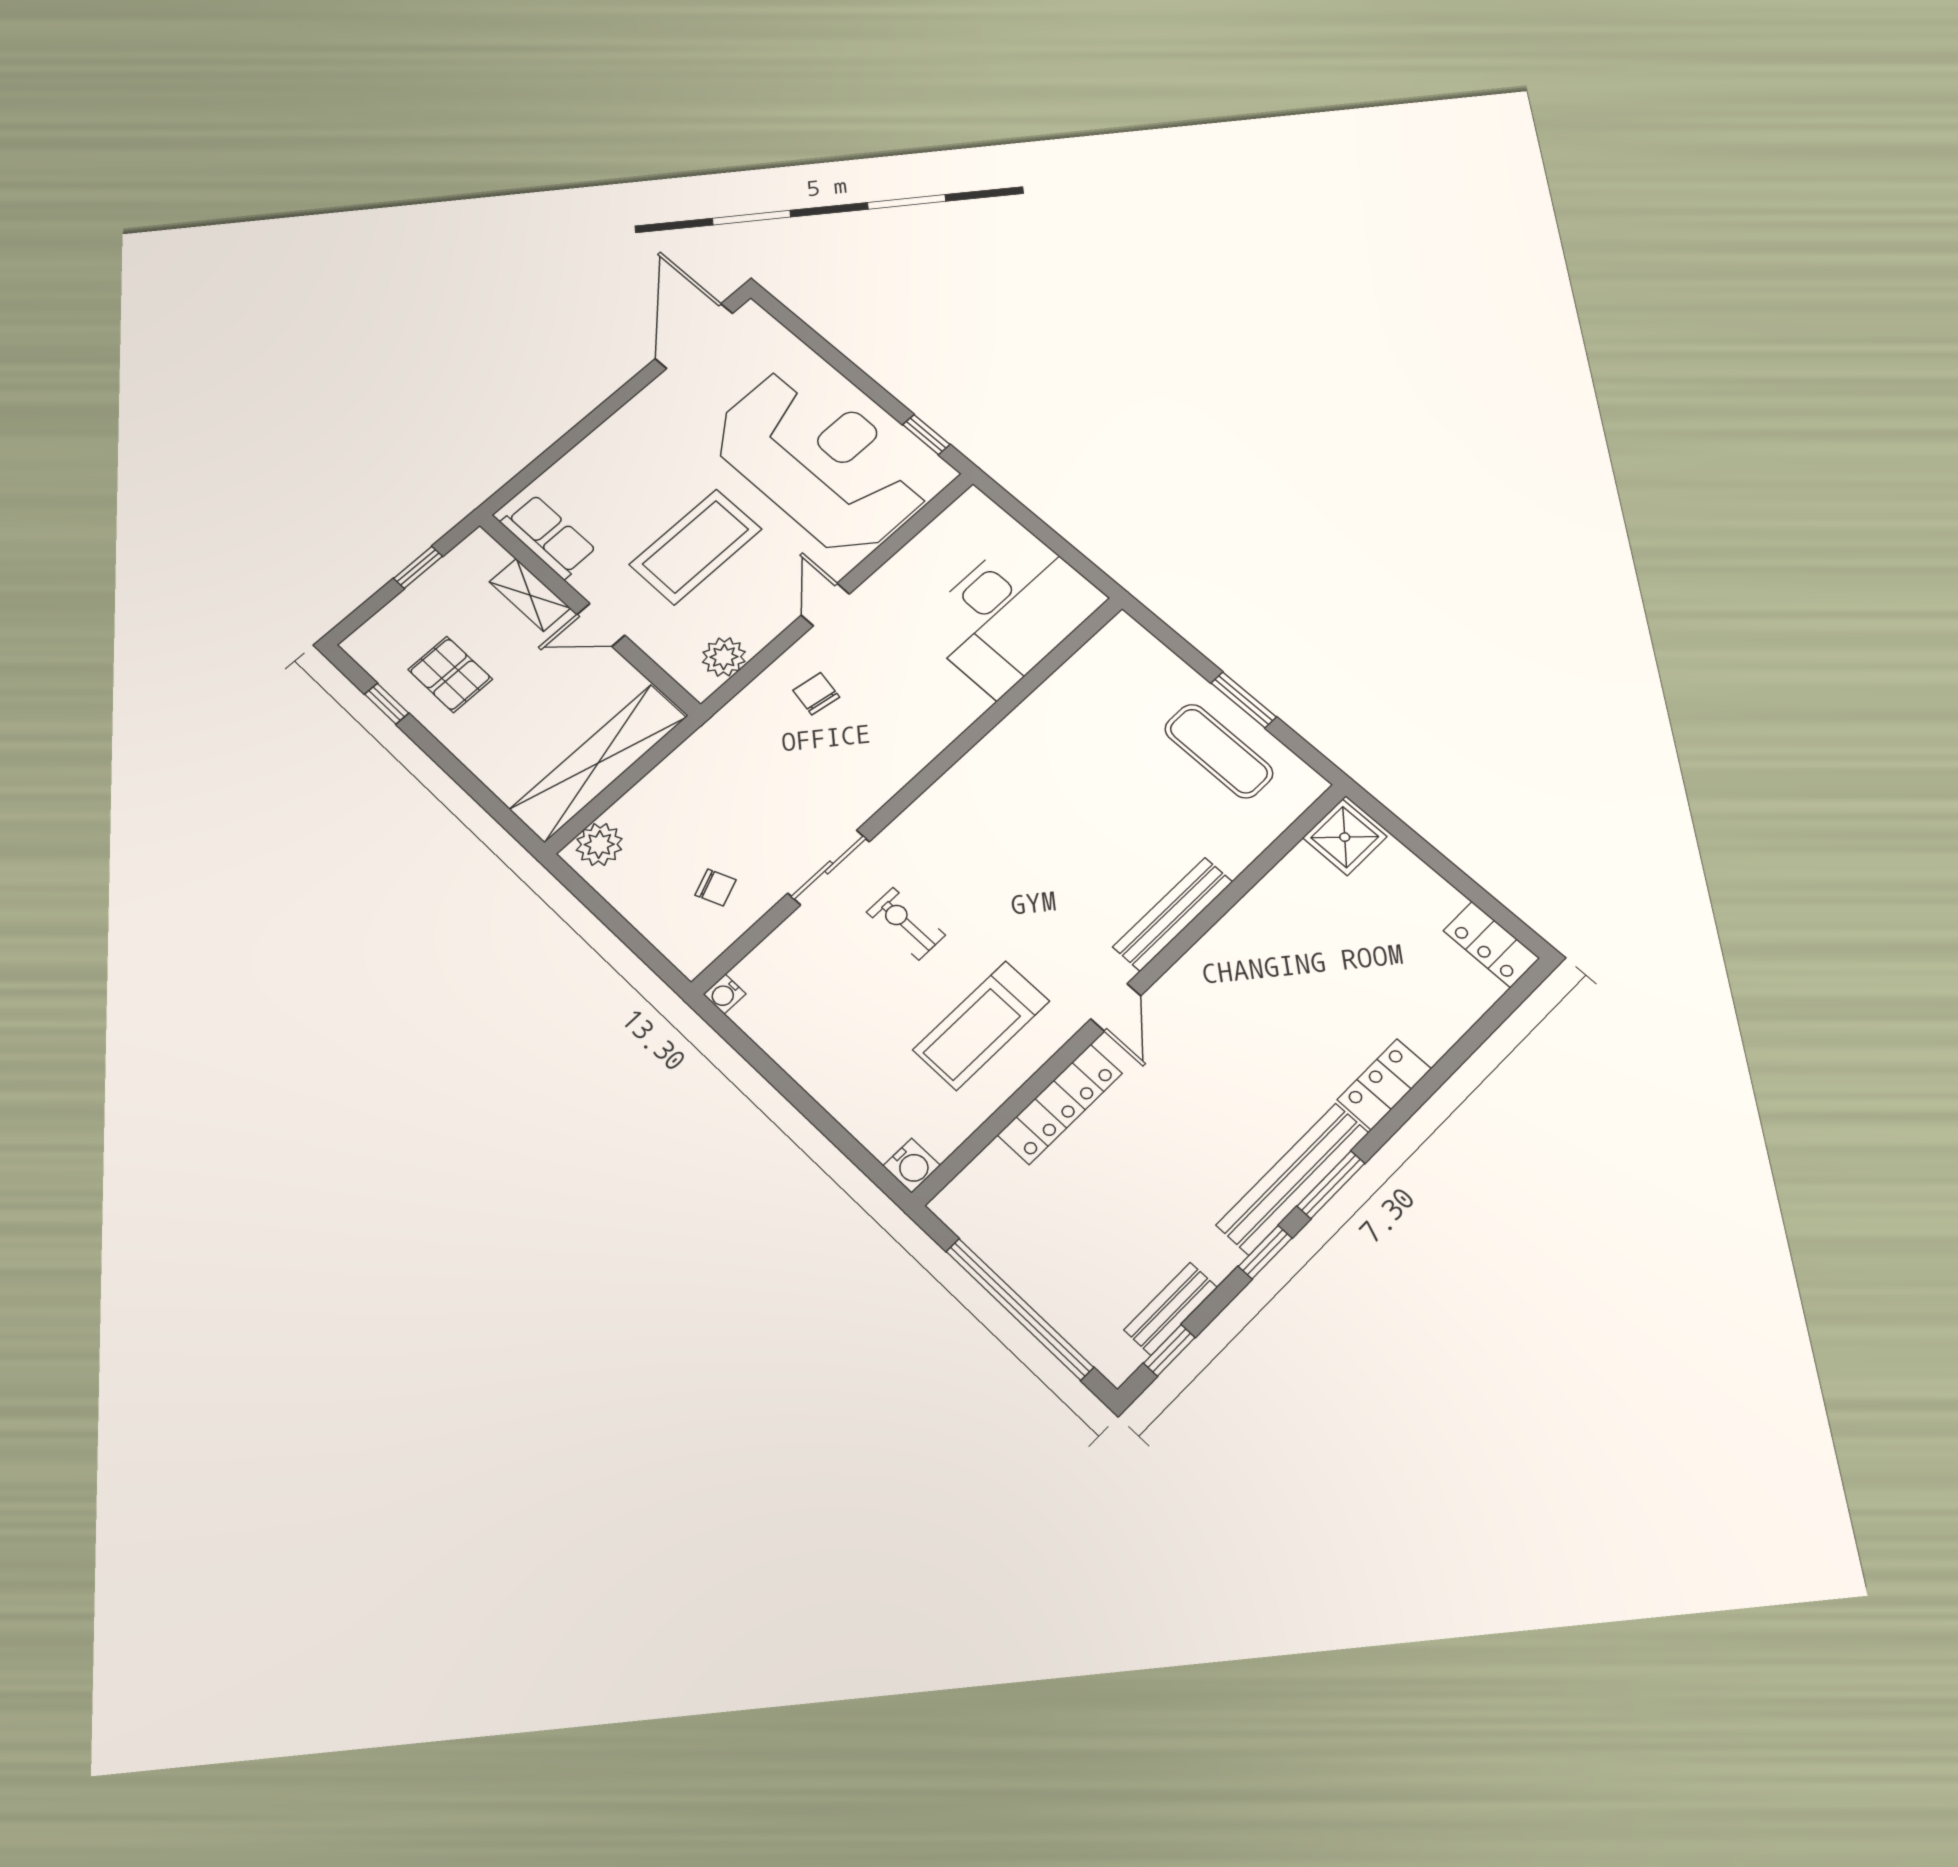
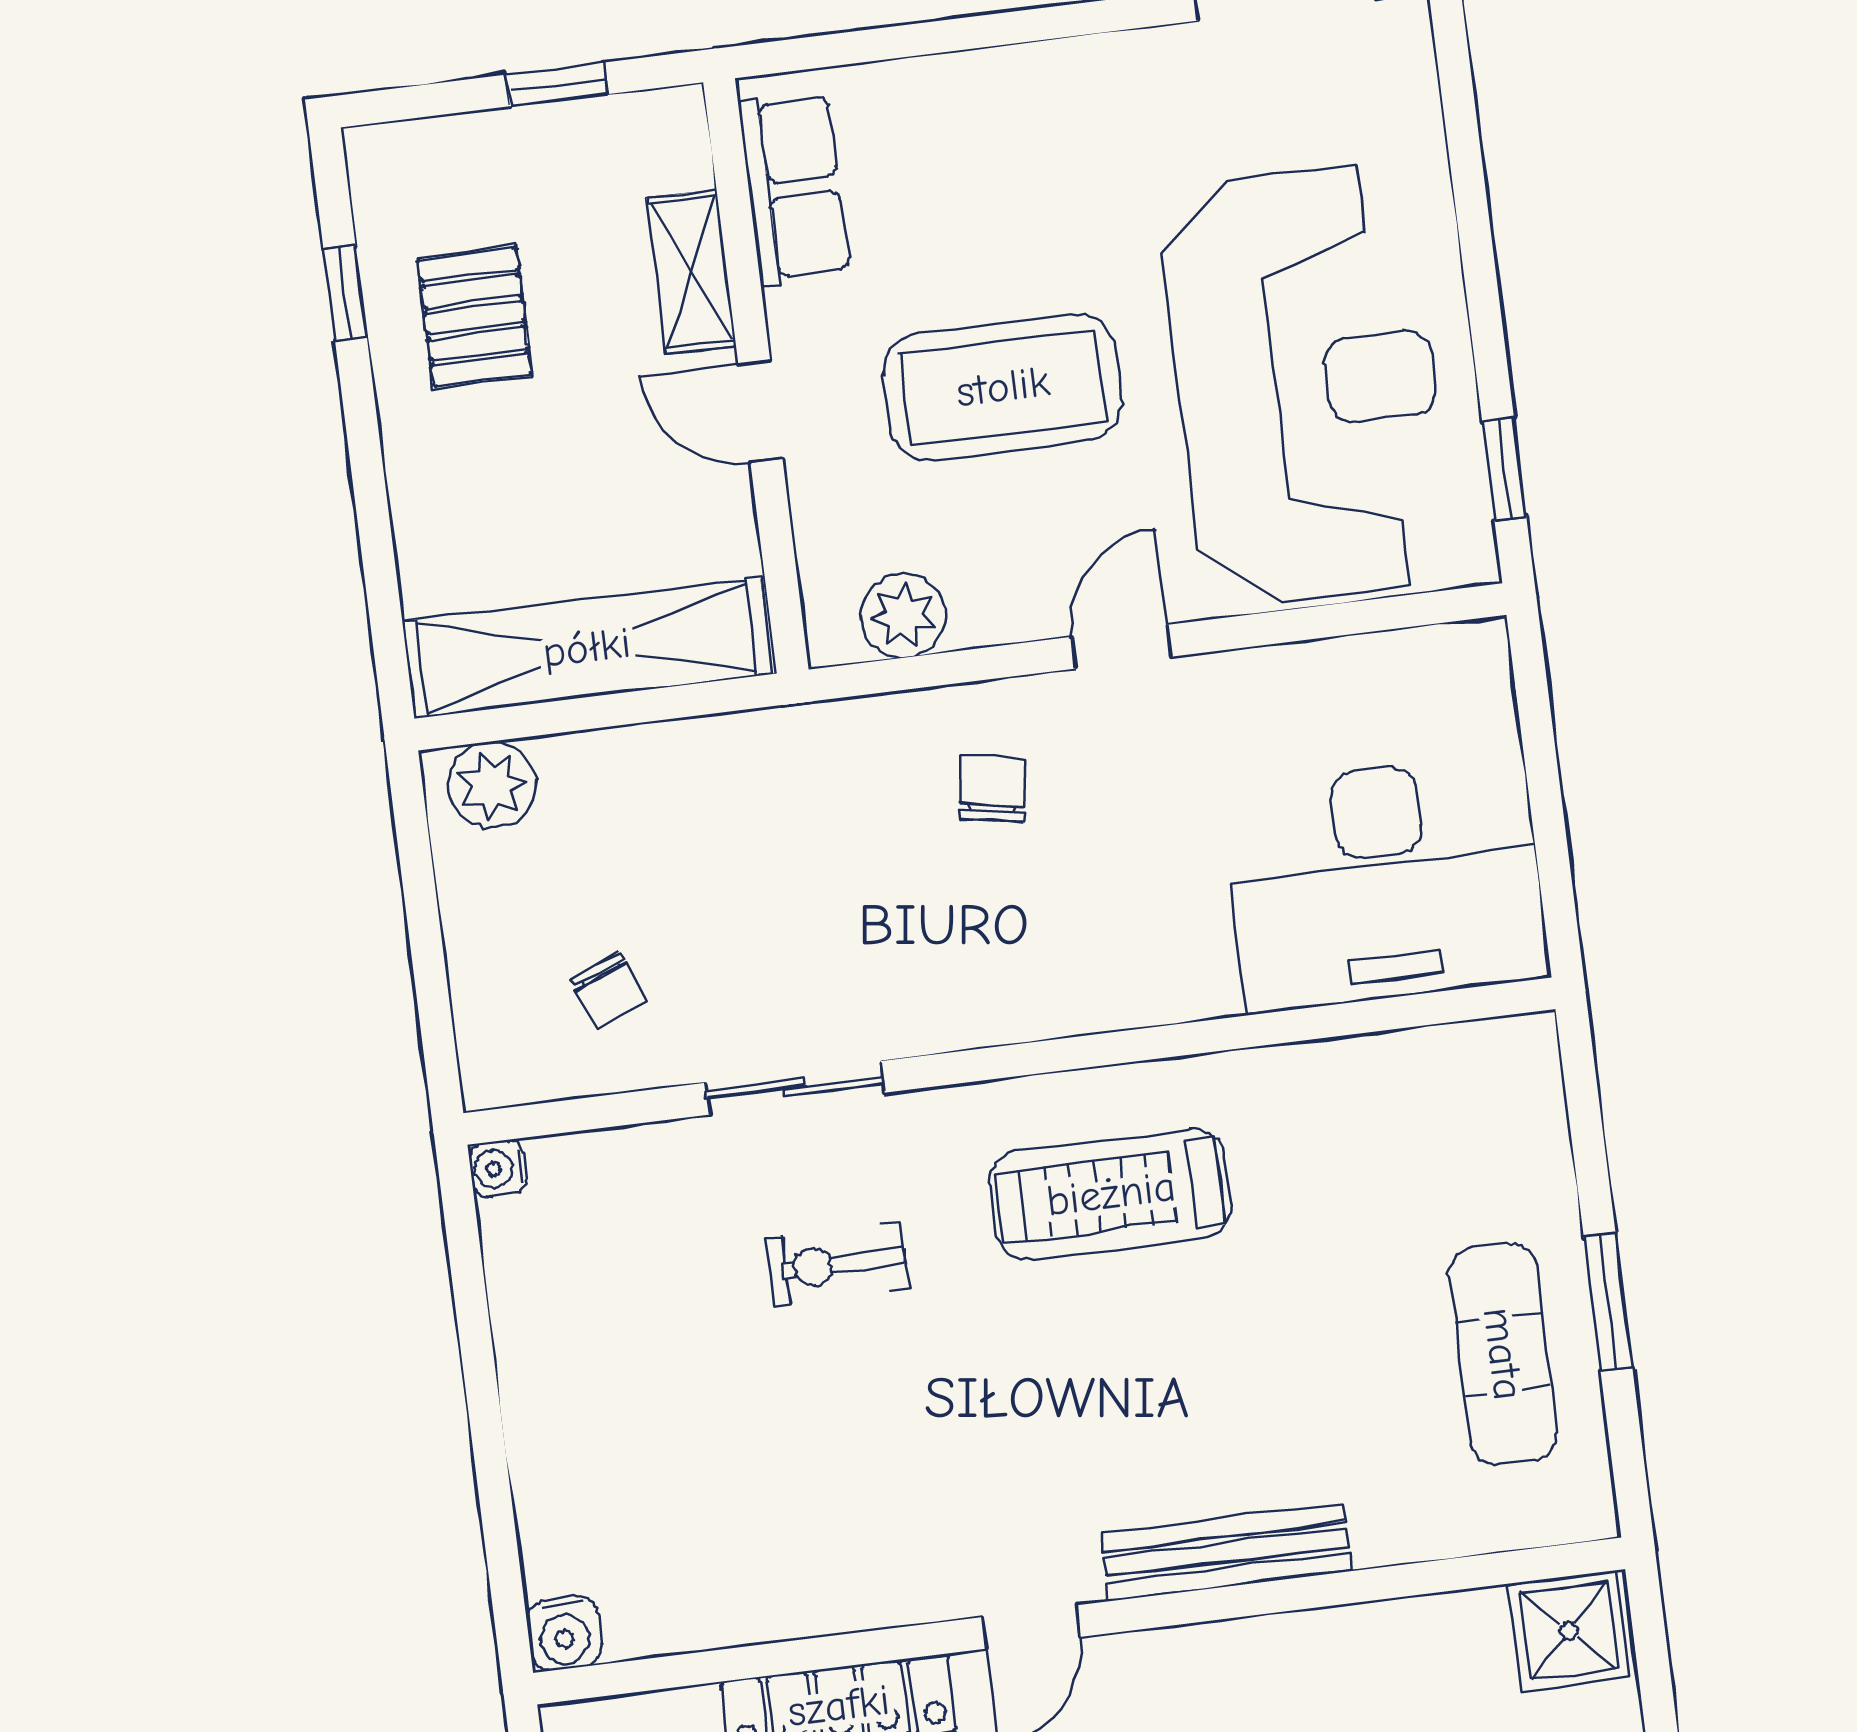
exercise bike: (906, 924) -> (837, 1264), turned -90
treadmill: (981, 1026) -> (1111, 1194), moved

